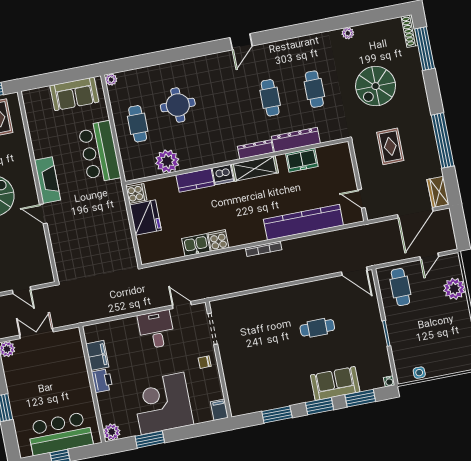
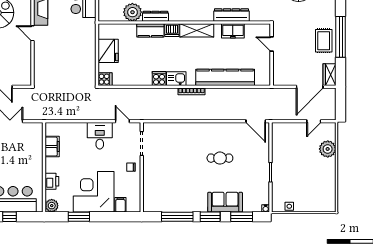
rug: (390, 146) -> (324, 41), moved
dresser: (255, 149) -> (155, 16), moved
cooker: (136, 193) -> (105, 79), moved
door: (361, 199) -> (272, 44), moved
kitchen sink: (196, 245) -> (176, 79), moved
cafe table: (400, 287) -> (288, 140), removed
printer: (102, 381) -> (52, 181), moved
filing cabinet: (219, 410) -> (120, 205), moved
window: (277, 414) -> (177, 217), width x1.44

